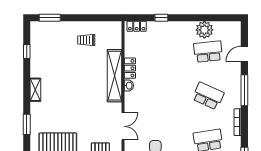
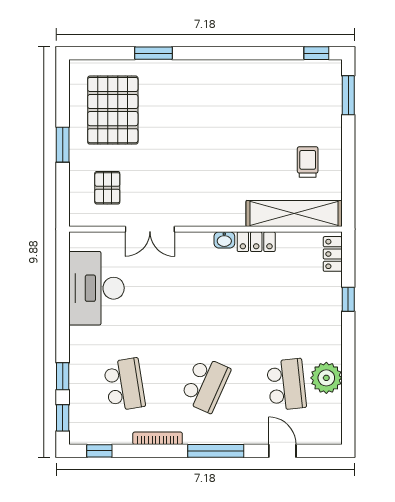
window: (27, 51) -> (316, 53), moved
shelving: (114, 76) -> (294, 214), moved
shelving: (35, 90) -> (217, 69), removed

